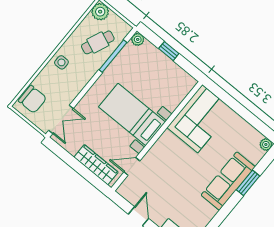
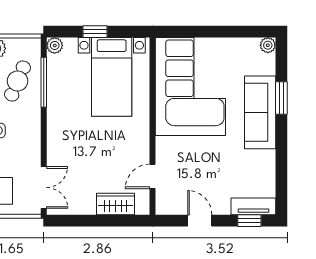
bed with nightstands: (132, 114) -> (112, 77), moved, turned -90
corner sofa: (200, 119) -> (190, 86), width x1.36, depth x1.36
wardrobe: (96, 165) -> (116, 204), width x0.67

